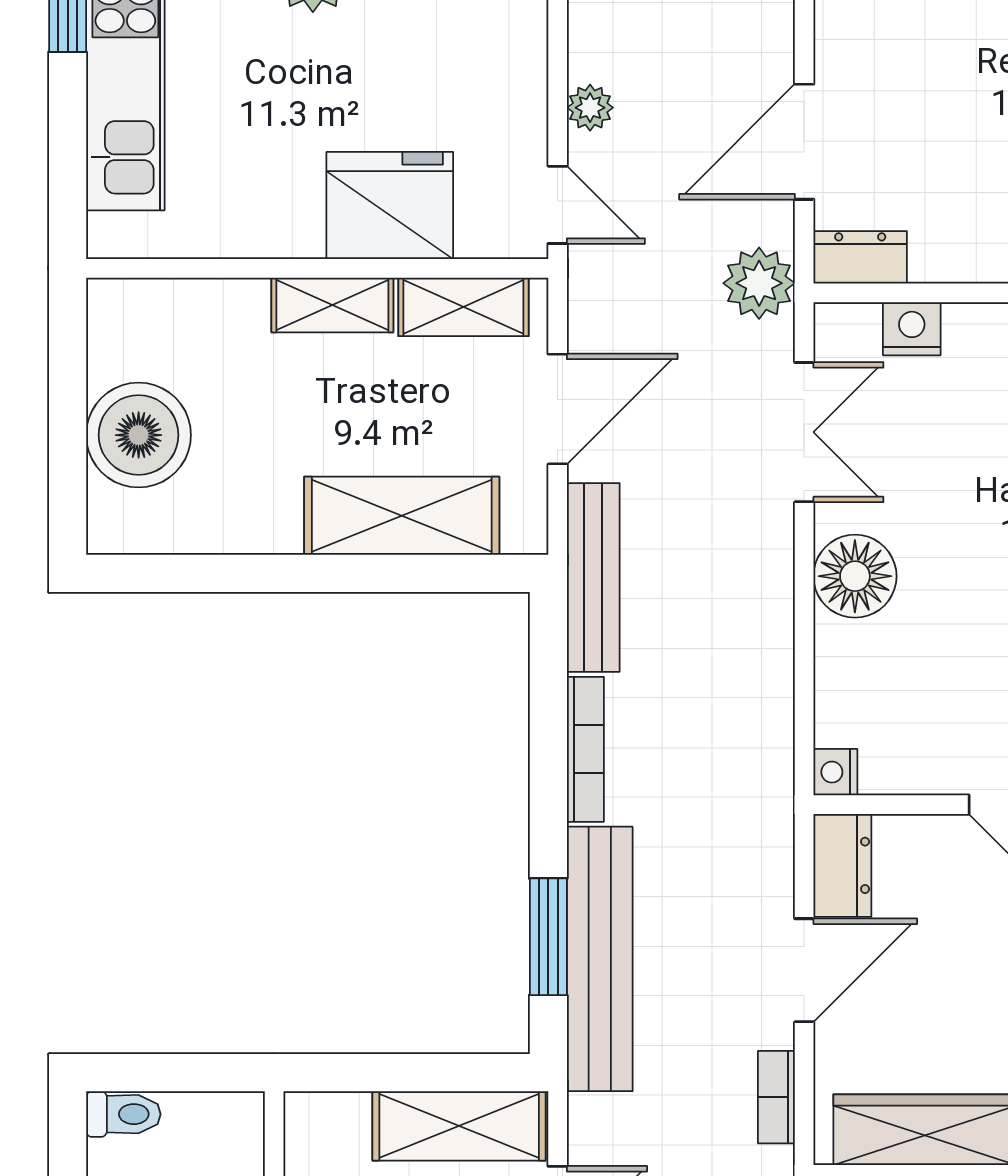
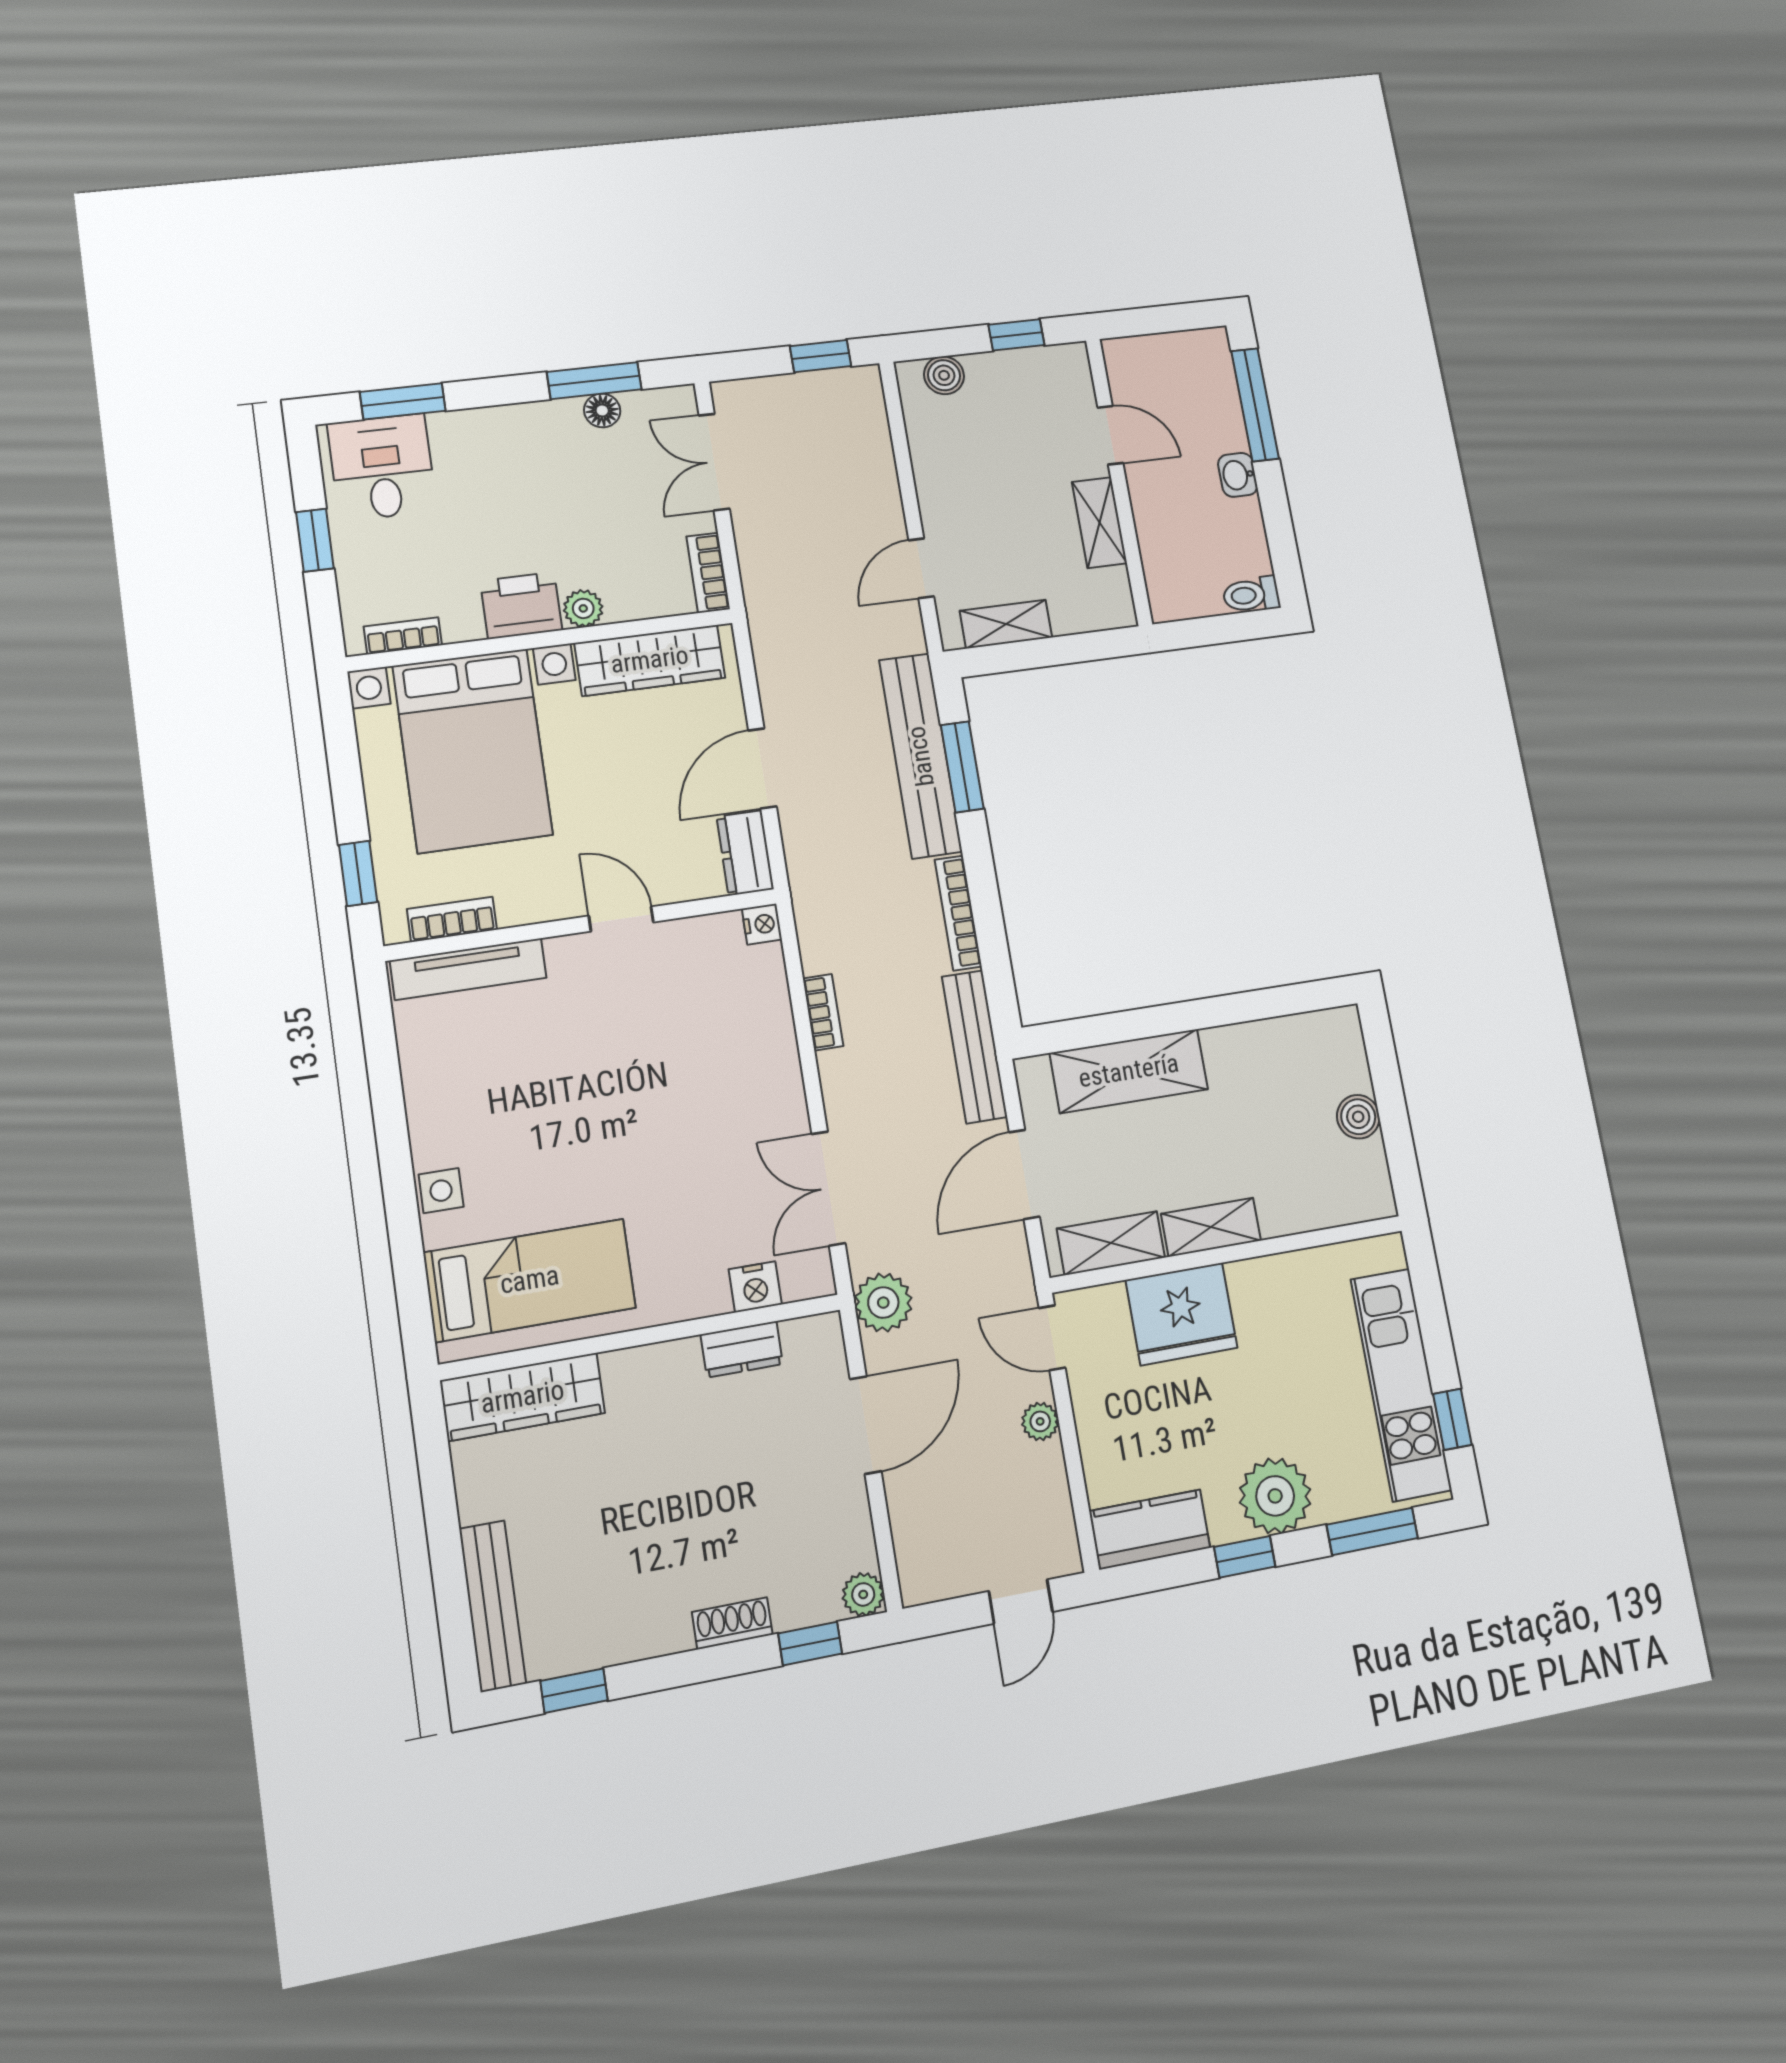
dresser: (860, 257) -> (742, 1349), moved
boiler: (139, 435) -> (1358, 1117), width x0.54, depth x0.54
floor lamp: (855, 576) -> (770, 1080), removed
bookcase: (776, 1097) -> (823, 1012), moved
shelving: (459, 1126) -> (1006, 624), width x0.67, depth x0.75

